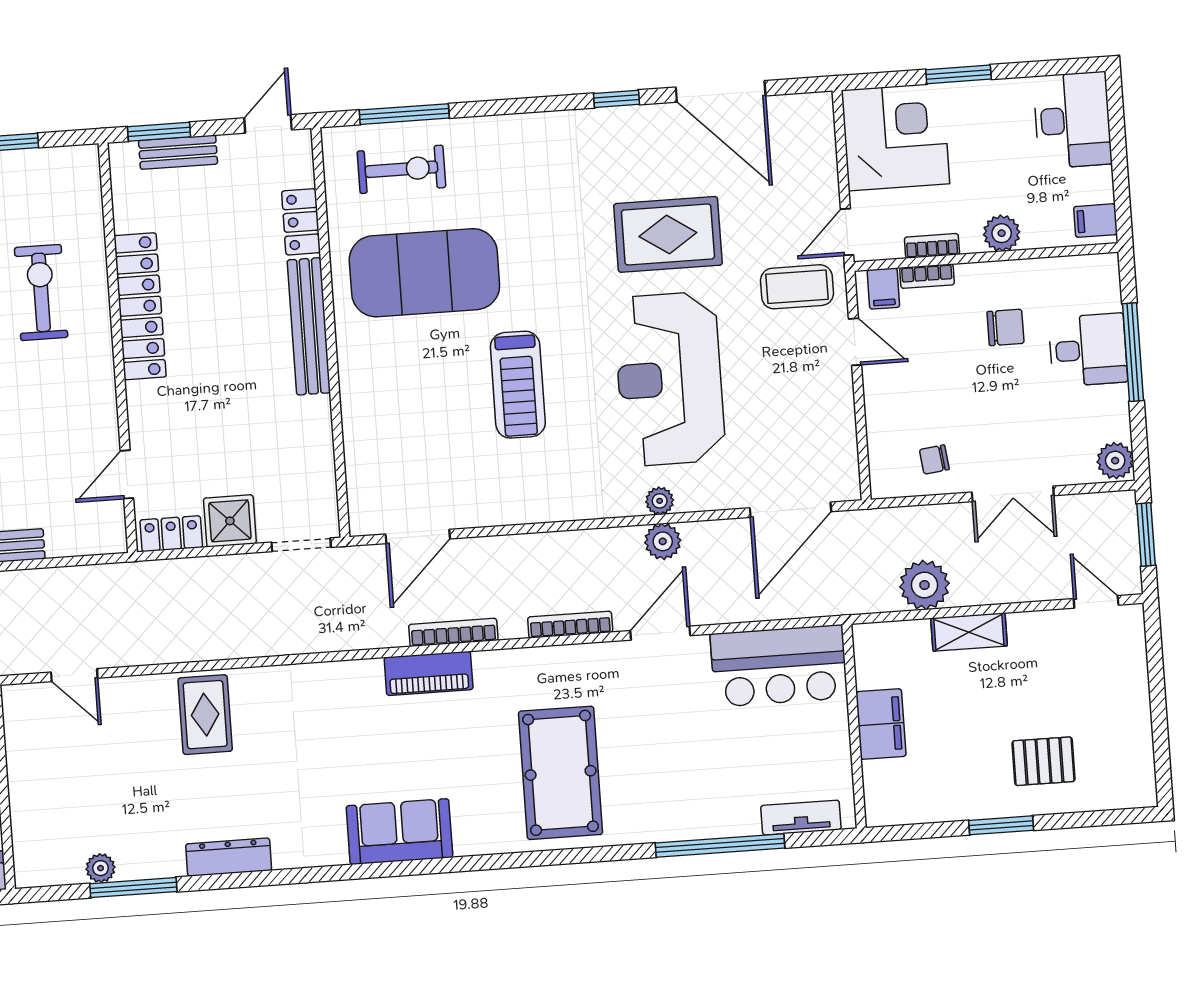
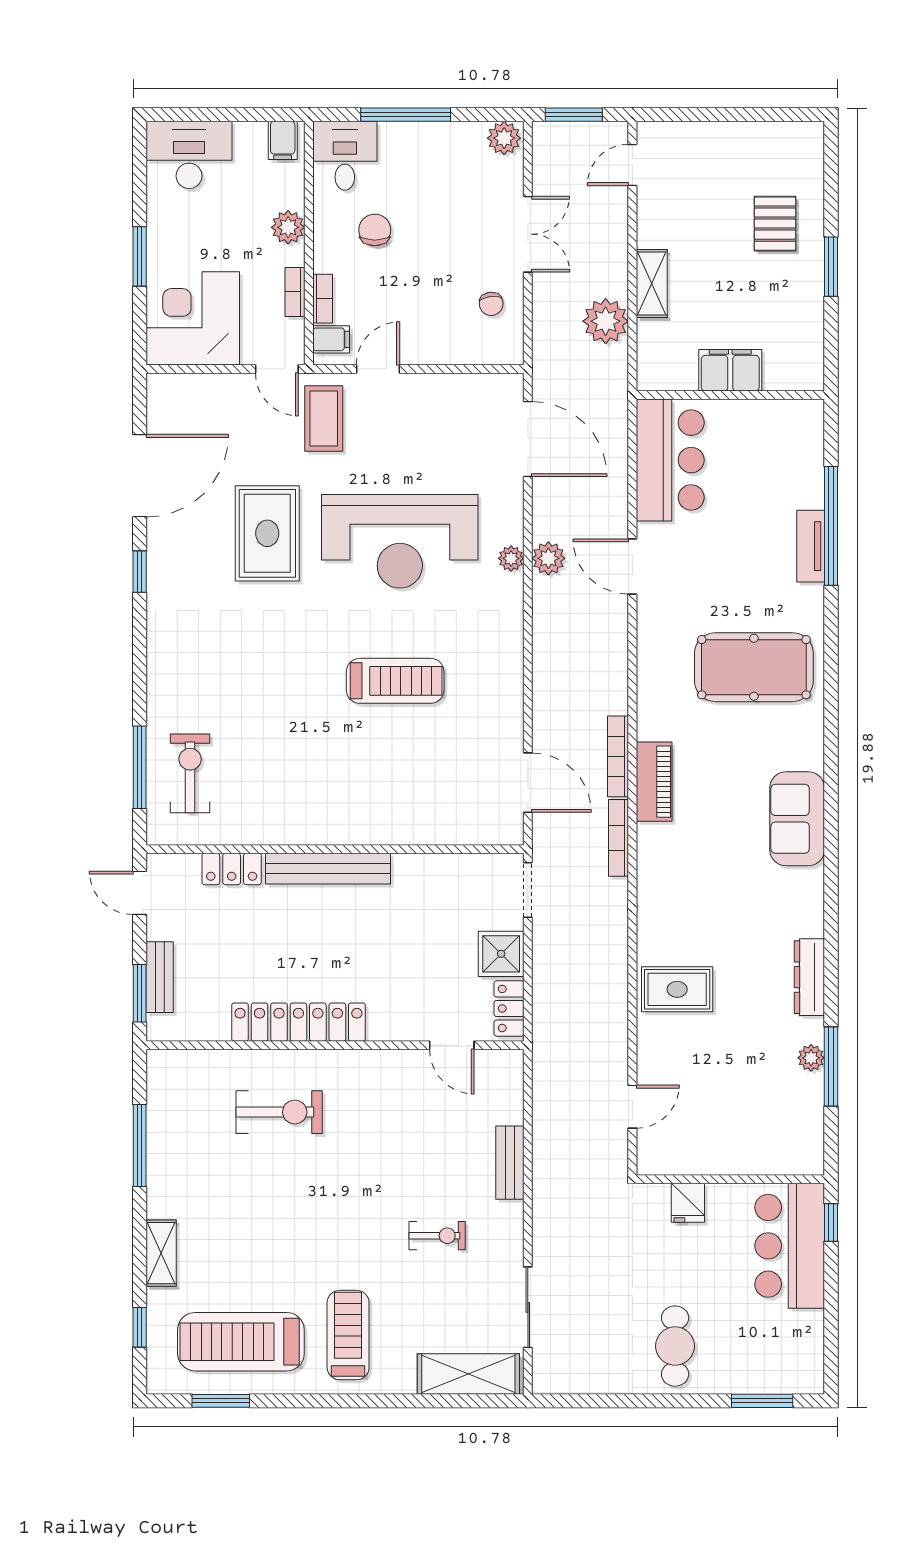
exercise mat: (424, 273) -> (286, 759), removed
exercise bike: (41, 292) -> (279, 1112), turned 180
desk: (1088, 350) -> (345, 156), moved
bookcase: (570, 625) -> (619, 838), moved
tv unit: (801, 818) -> (811, 546), moved
plant: (101, 868) -> (811, 1058), moved

